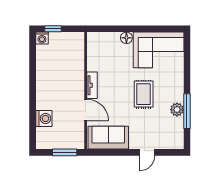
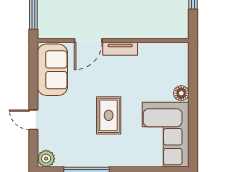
rug: (144, 94) -> (109, 115), turned 90
plant: (177, 110) -> (46, 159), moved

